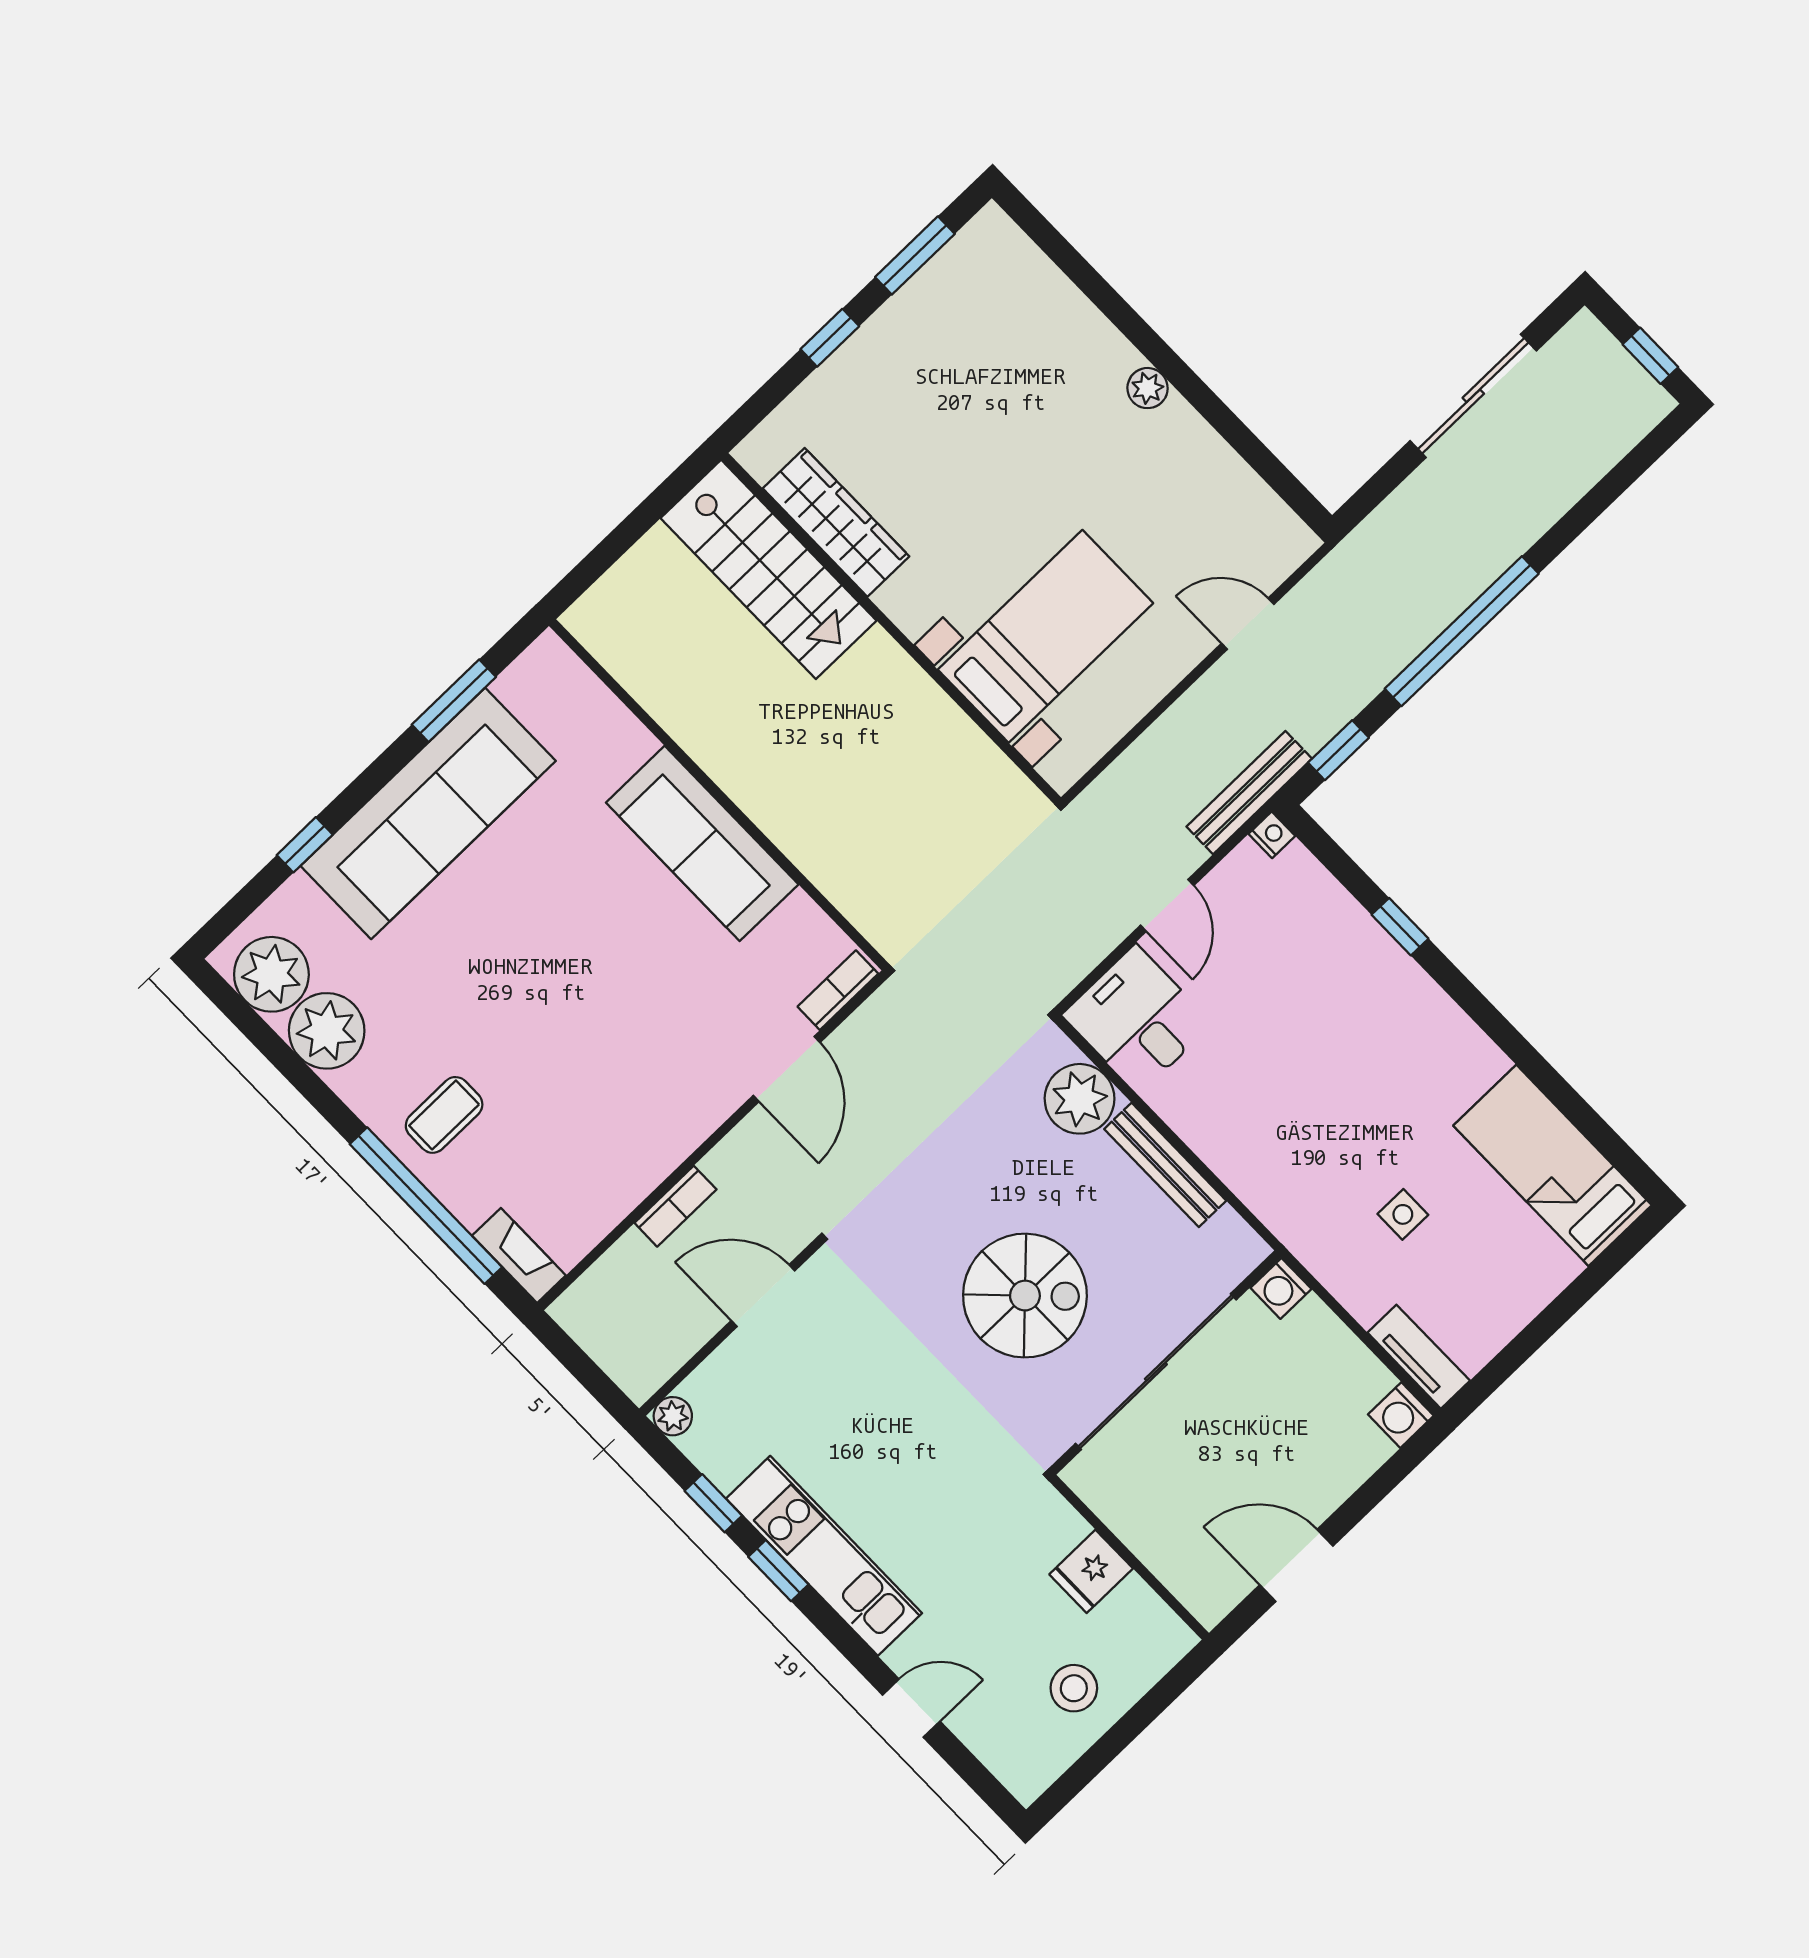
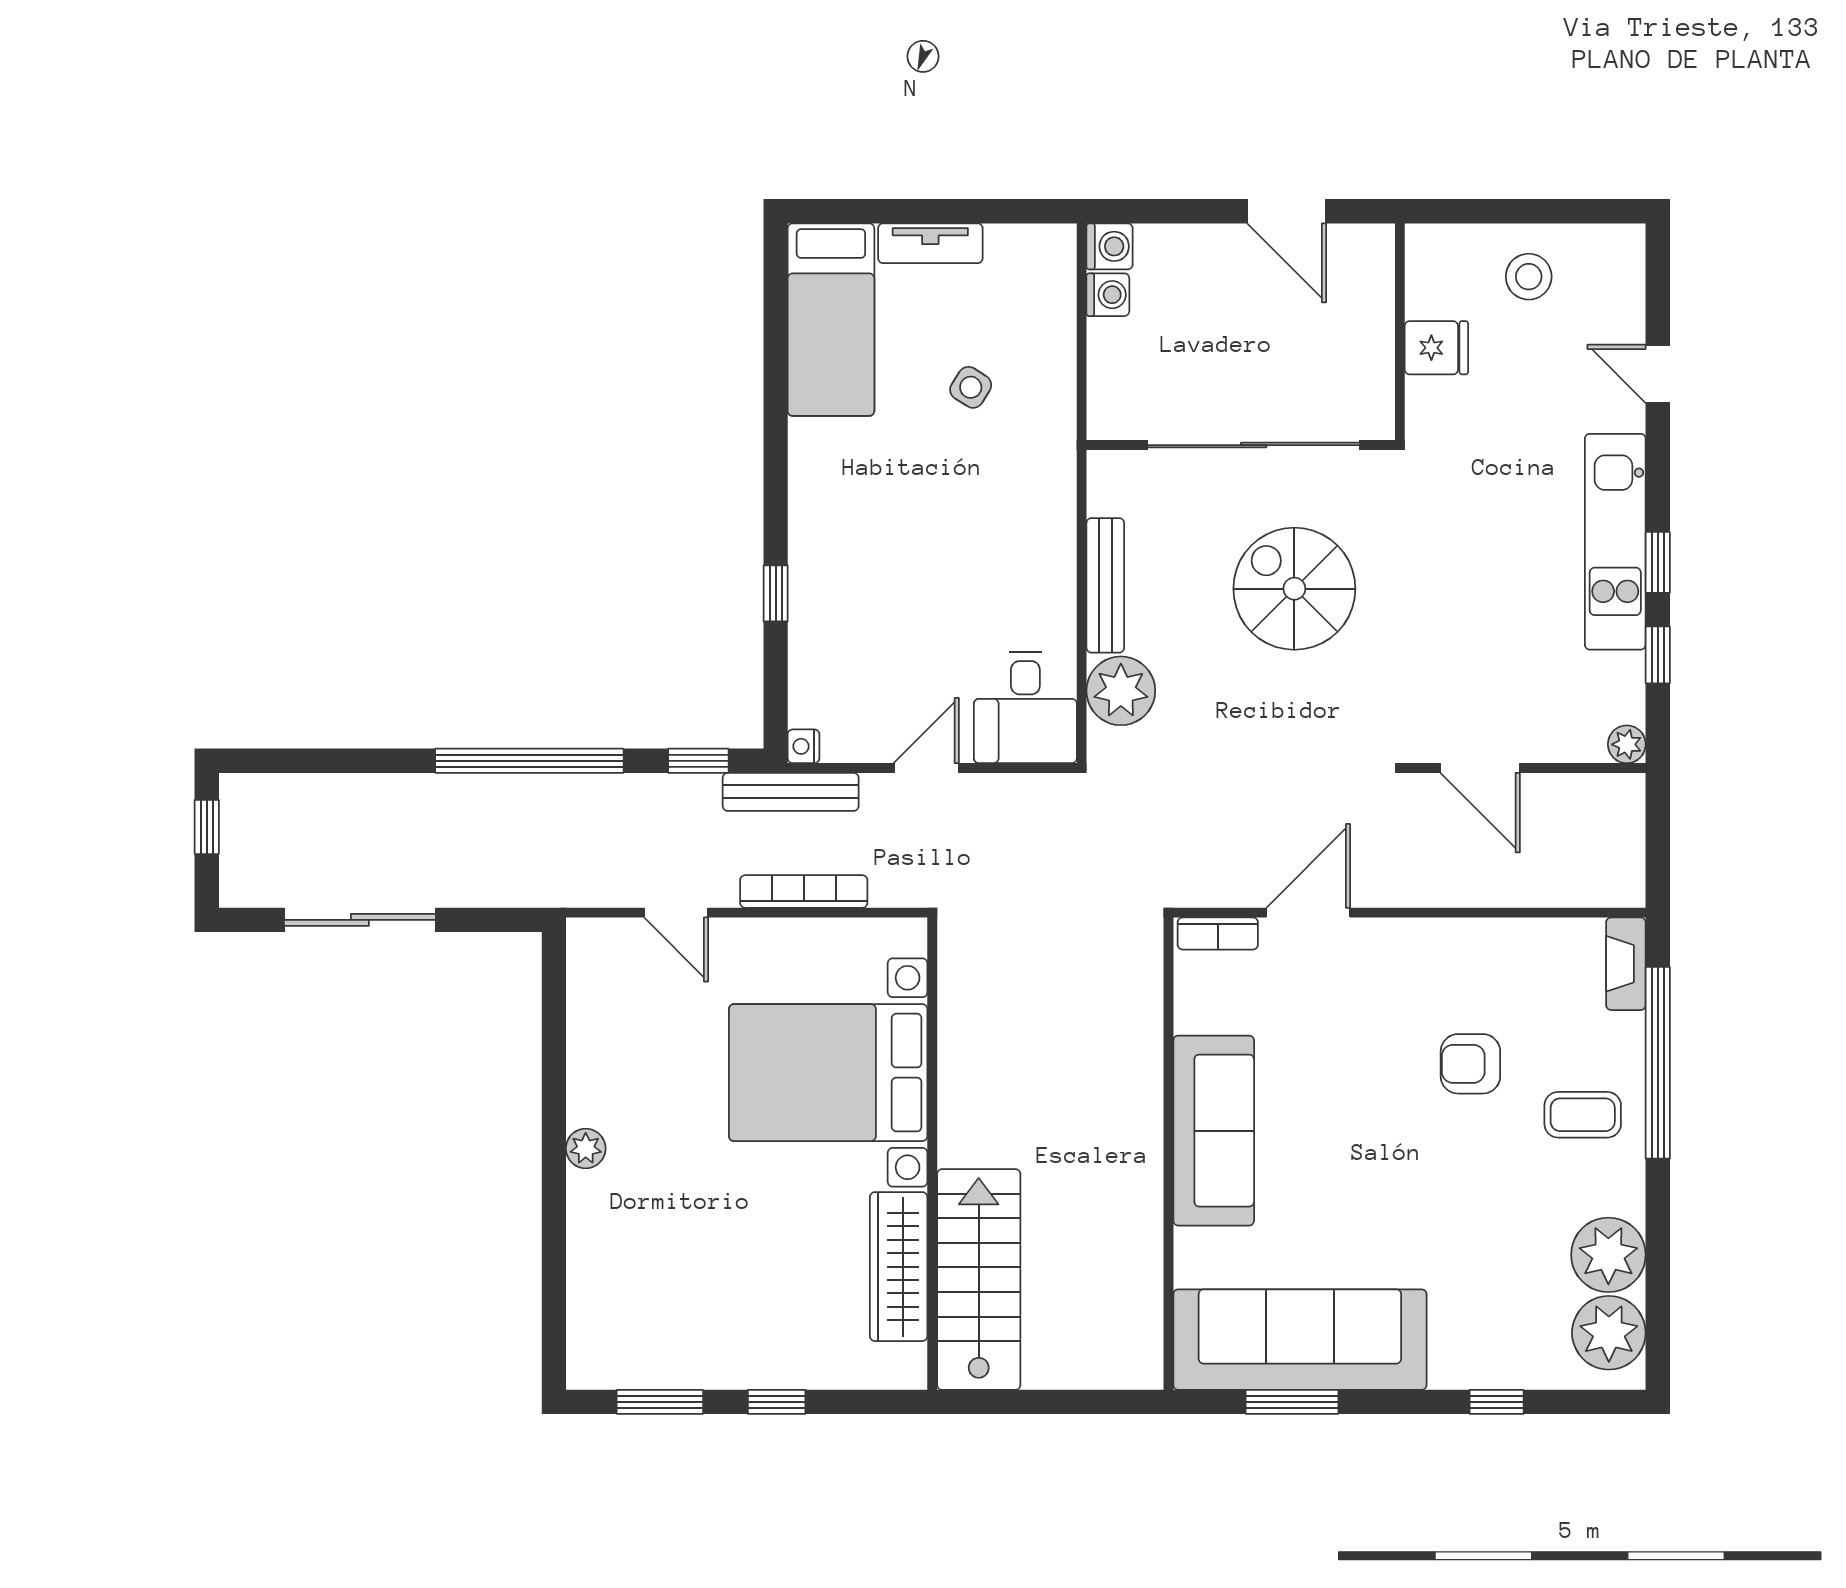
bed with nightstands: (1045, 636) -> (828, 1073), width x1.36
sofa: (428, 813) -> (1300, 1340), moved
armchair: (562, 1073) -> (1470, 1064), added
bookcase: (675, 1206) -> (804, 892), moved, width x1.56
side table: (1403, 1214) -> (971, 387), turned 32
washing machine: (1281, 1288) -> (1108, 295), moved
tv unit: (1419, 1357) -> (930, 243), moved, turned -90

